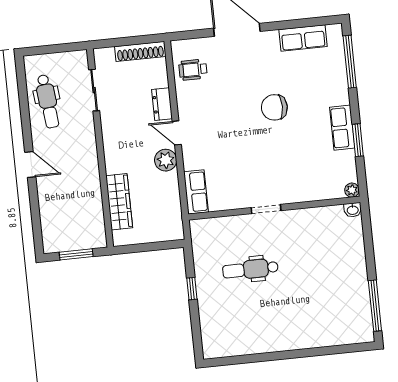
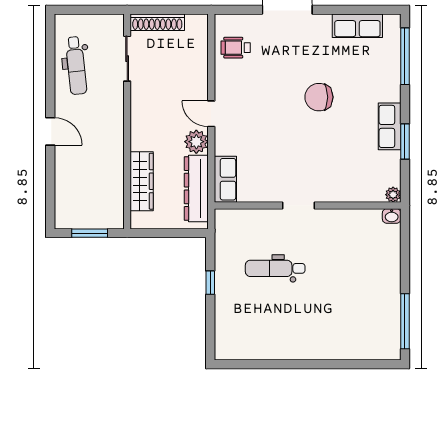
shoe rack: (140, 51) -> (157, 22), moved
dresser: (162, 104) -> (196, 189), moved, width x1.96, depth x1.24

